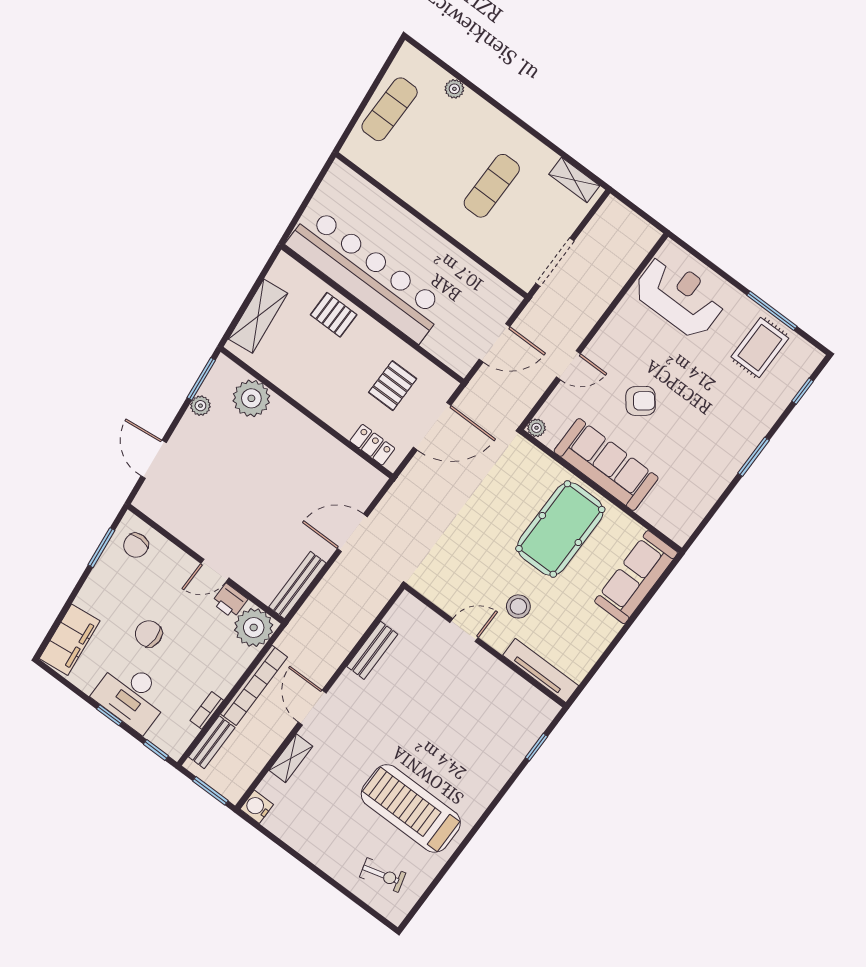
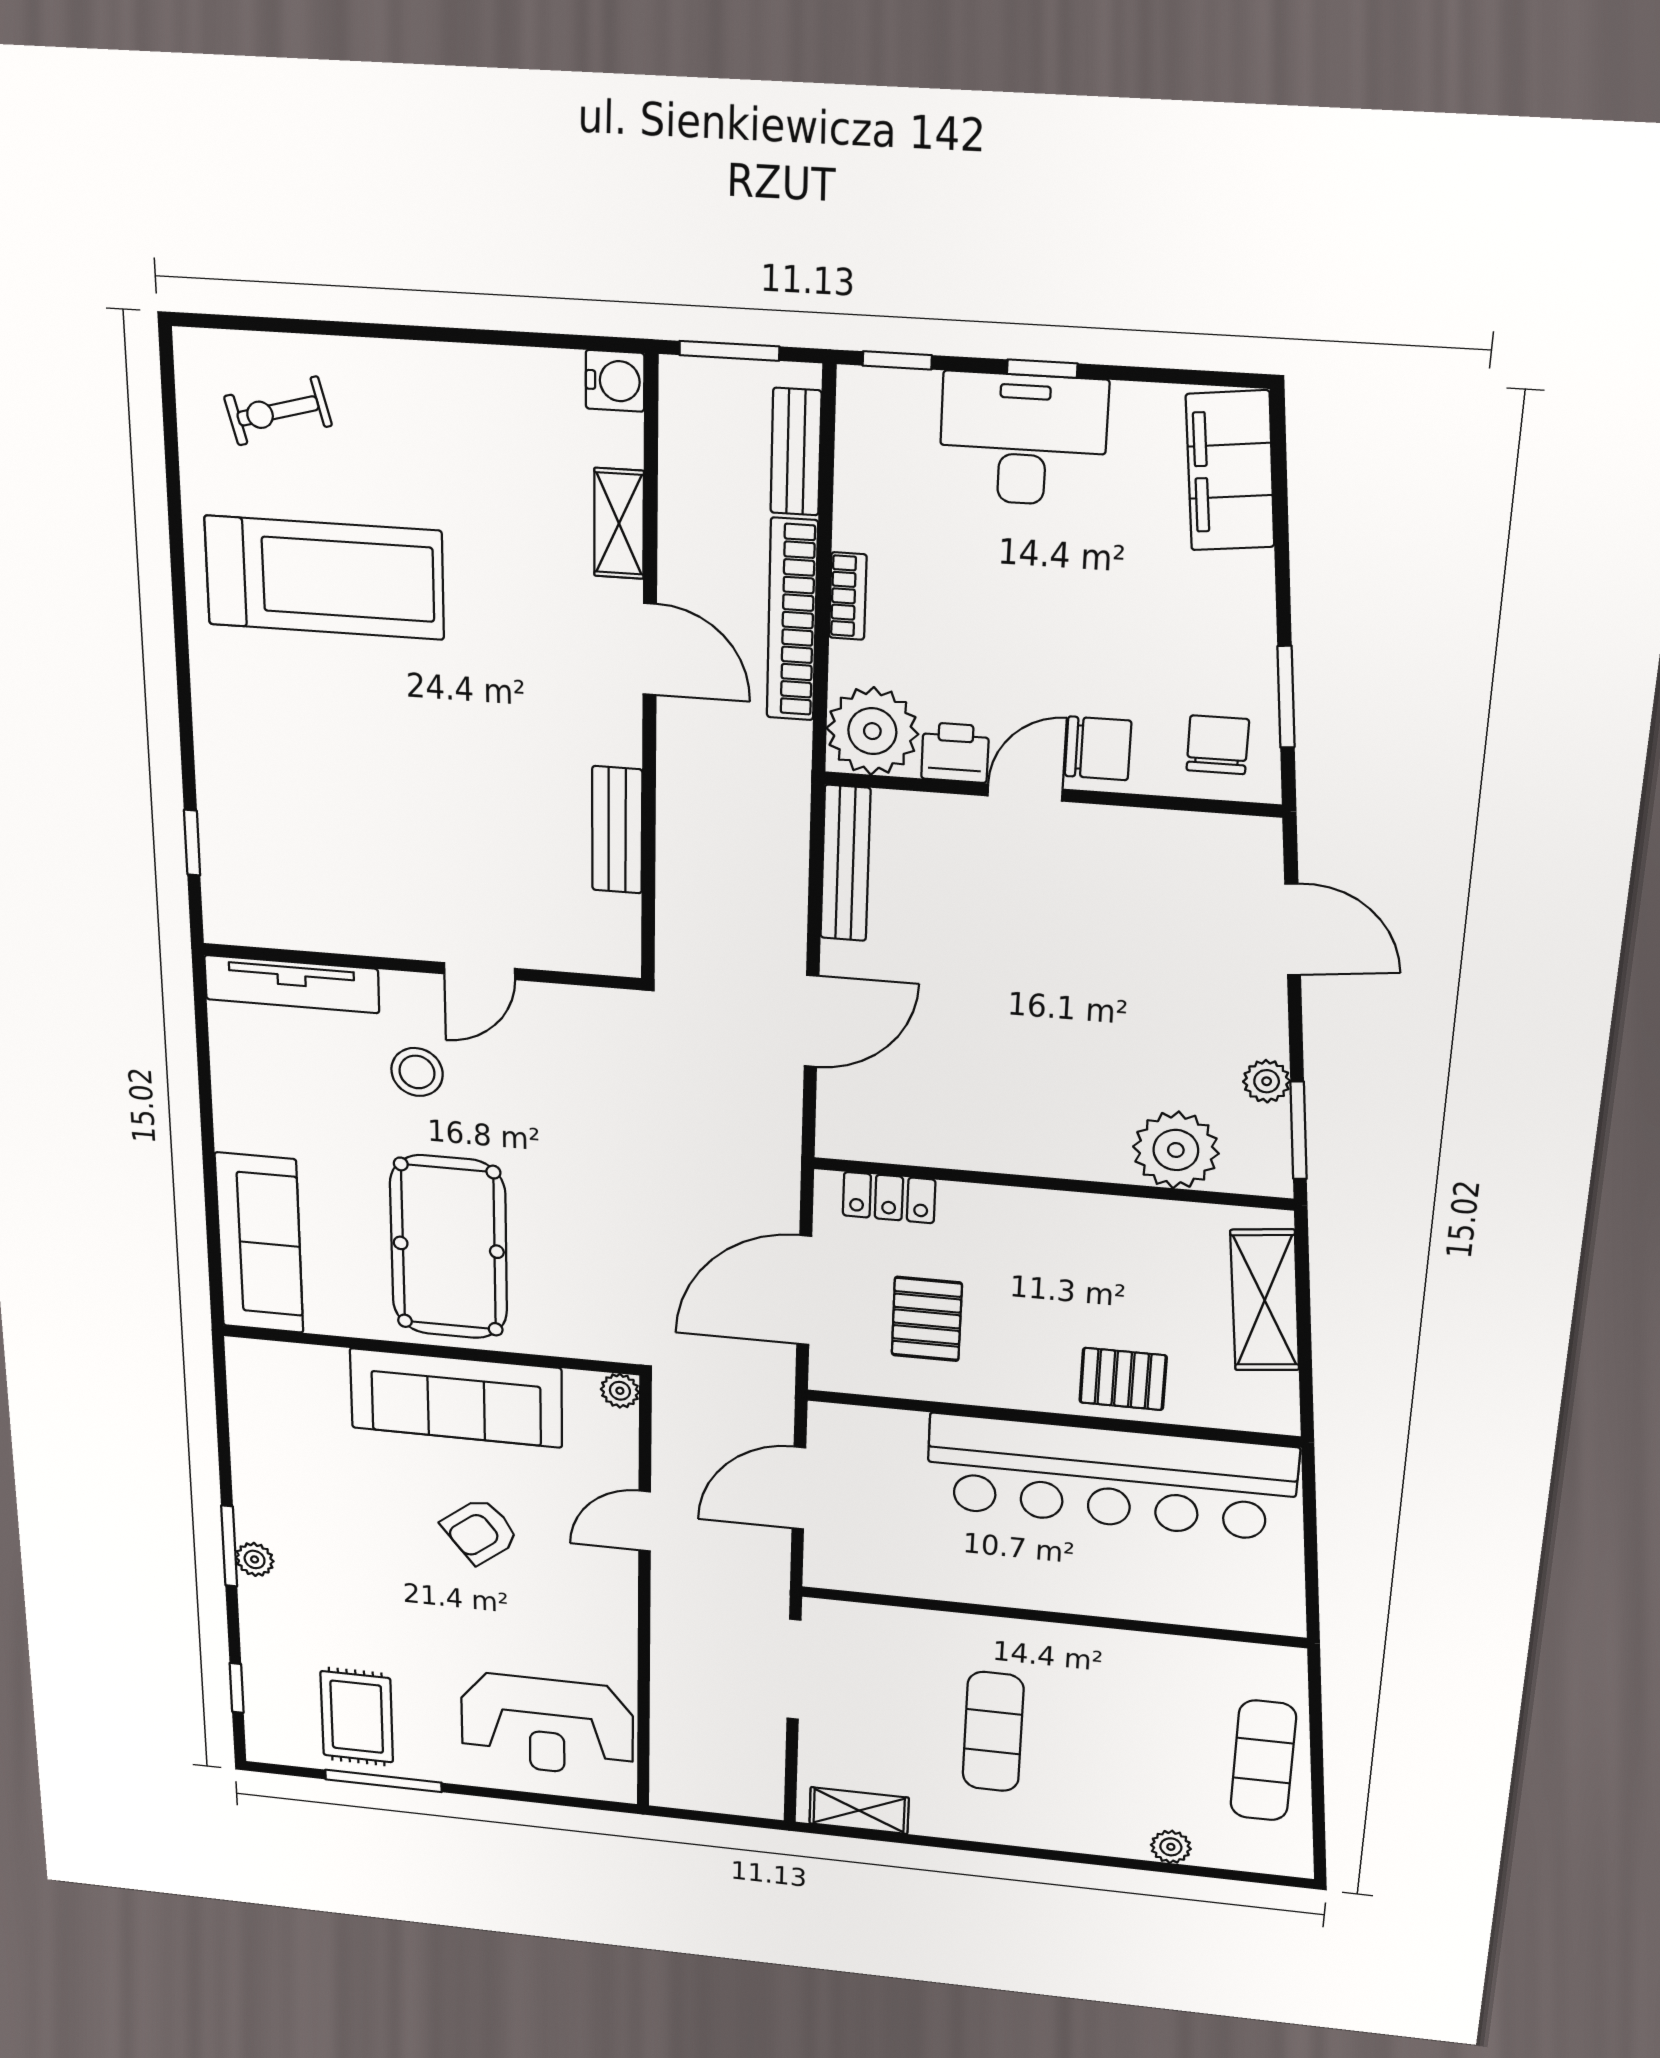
plant: (747, 445) -> (255, 1559), added
chair: (149, 634) -> (1098, 748), moved
bookcase: (207, 710) -> (848, 596), moved

